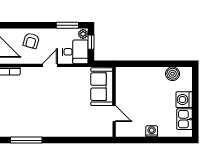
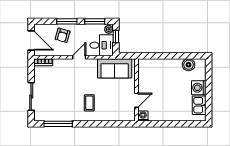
window: (36, 25) -> (67, 21), added
sofa: (102, 87) -> (115, 68), moved, turned -90
door: (114, 114) -> (137, 100), hinge flipped
coffee table: (61, 117) -> (89, 103), added
washing machine: (152, 131) -> (143, 116), moved

